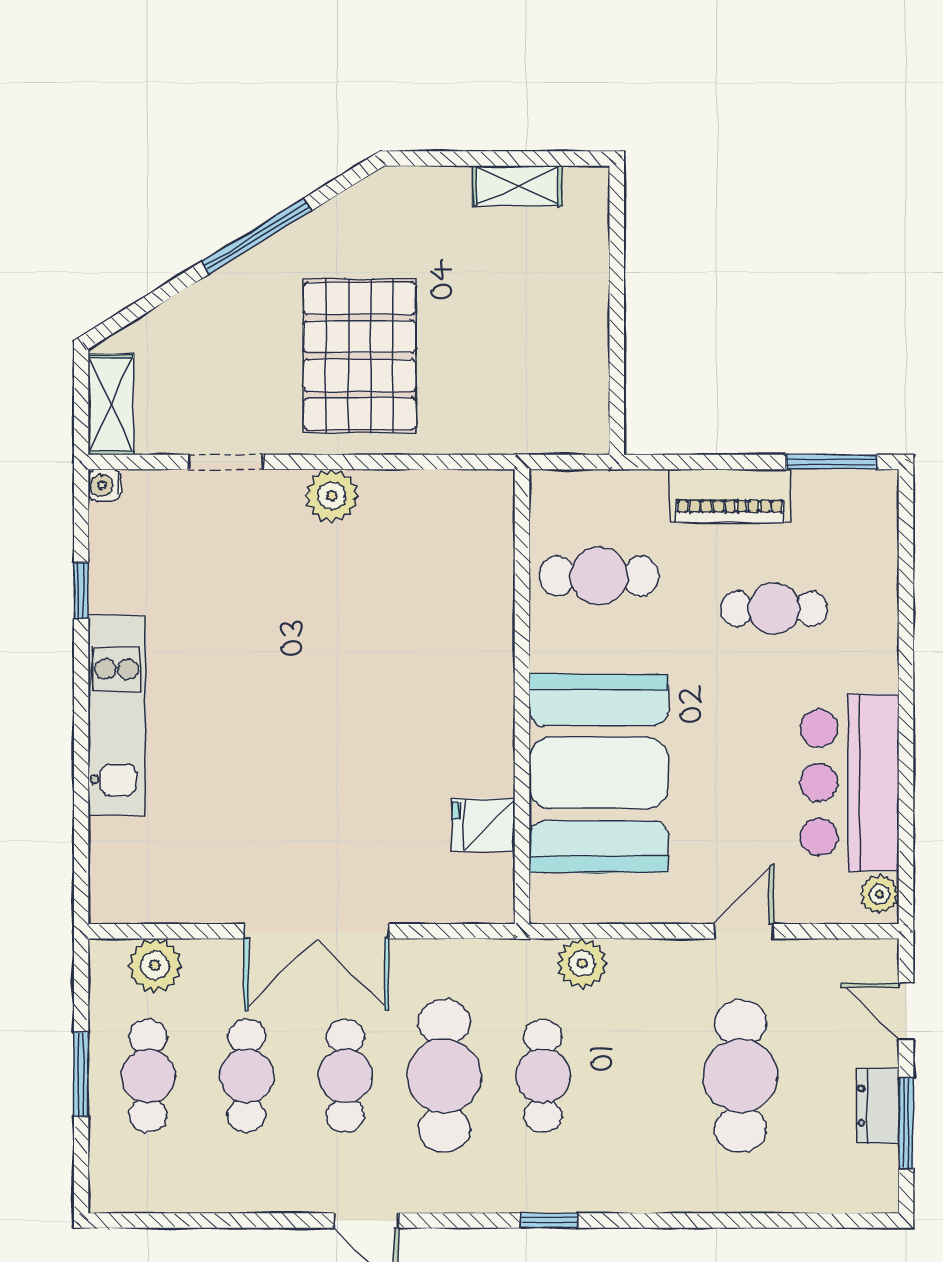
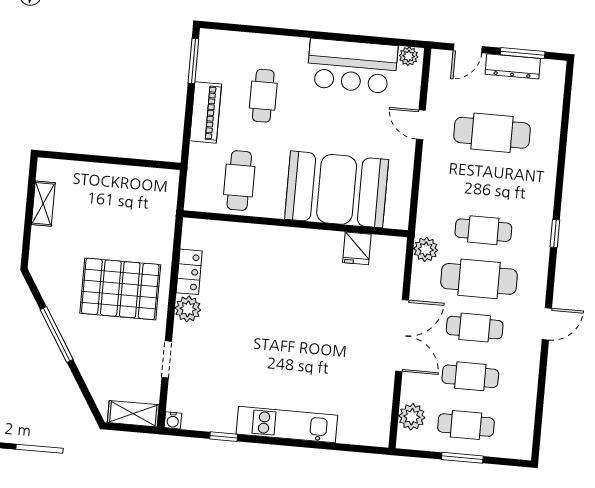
locker: (406, 491) -> (189, 272), added
plant: (582, 963) -> (426, 249), moved
dresser: (878, 1106) -> (513, 66), width x1.44

